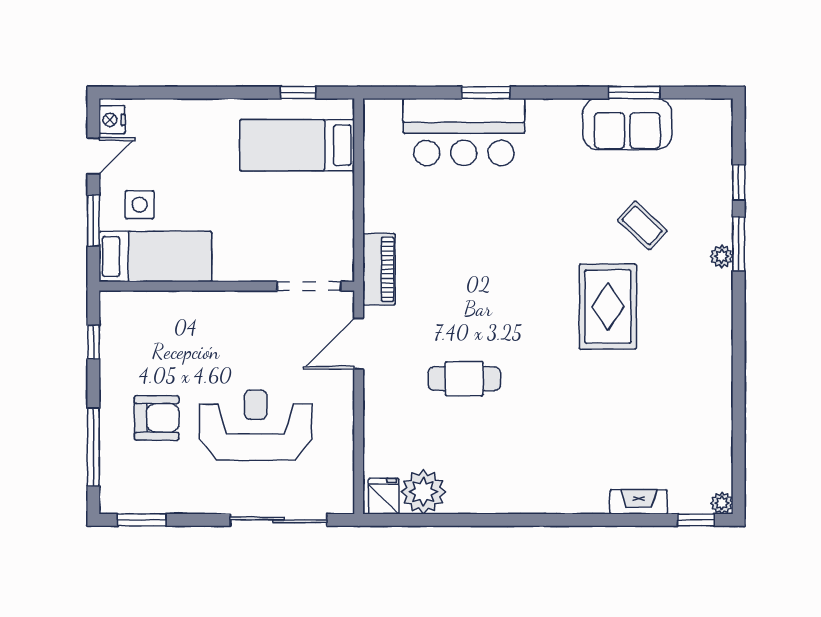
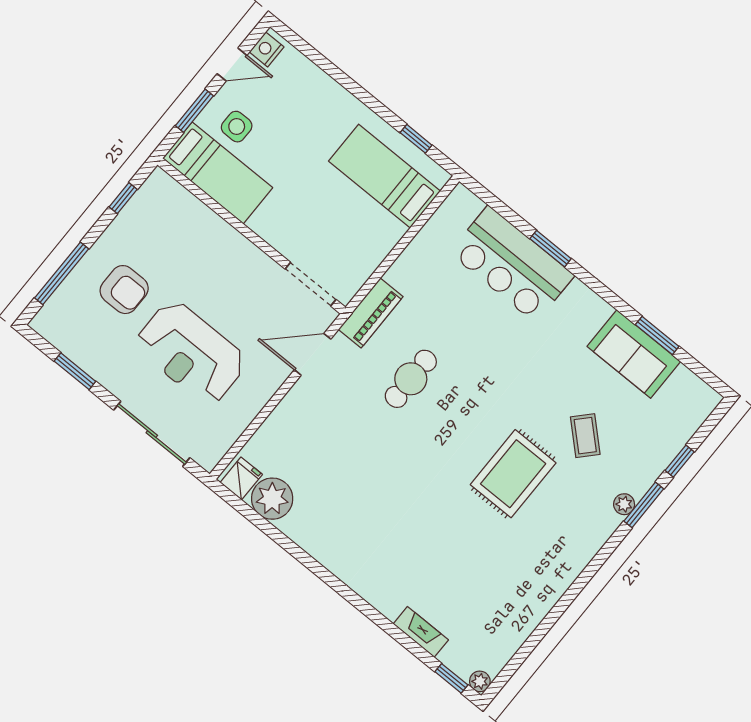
cafe table: (464, 379) -> (411, 379), moved, turned 90
reception desk: (256, 425) -> (191, 353), turned 180
window: (142, 520) -> (75, 371), moved

